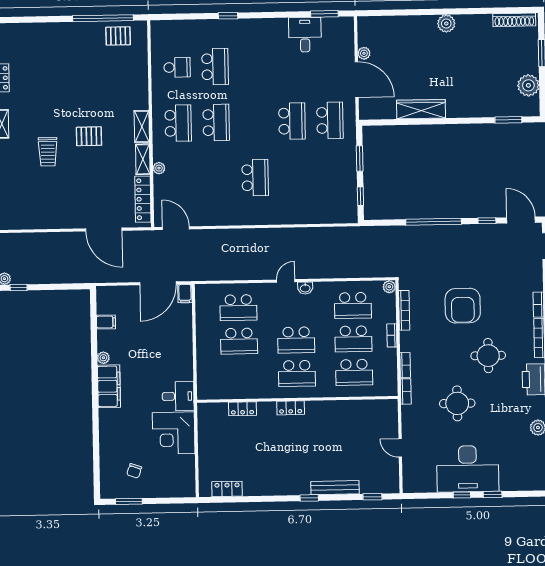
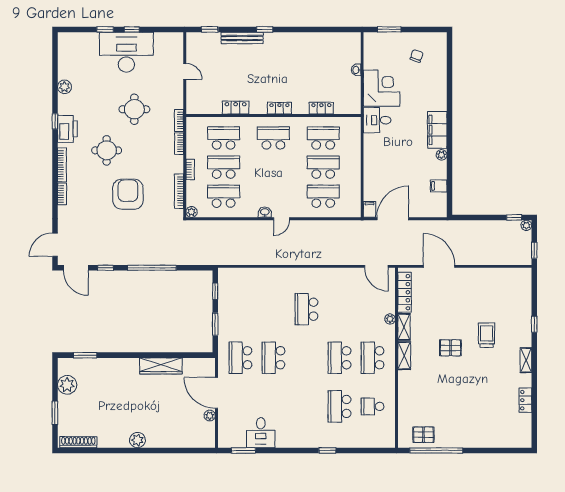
school desk: (296, 340) -> (323, 138), moved
washbasin: (203, 453) -> (356, 70), added
locker: (227, 489) -> (236, 108), moved, turned 180
window: (129, 501) -> (389, 29), moved

